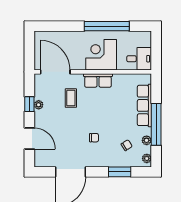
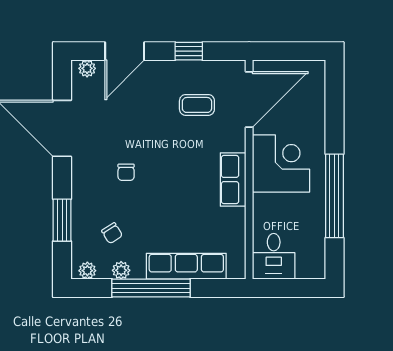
corner desk: (101, 55) -> (281, 163), moved
coffee table: (71, 98) -> (197, 105), moved
plant: (39, 105) -> (87, 68), moved

